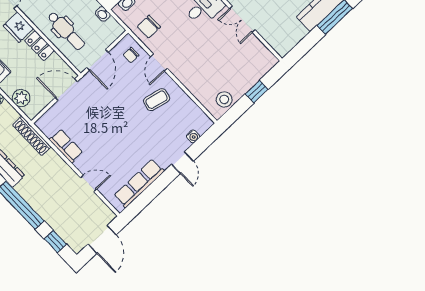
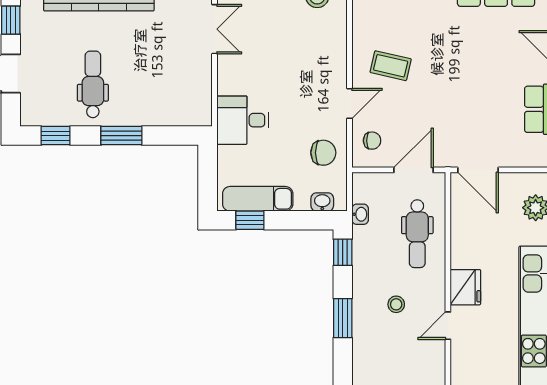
double door: (242, 19) -> (214, 29), moved
dental chair: (66, 31) -> (417, 234), turned 180
locker: (39, 46) -> (461, 245), removed

